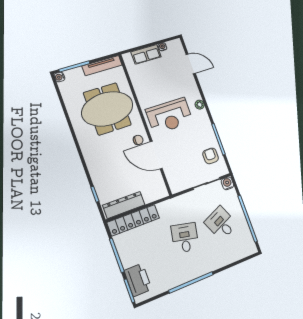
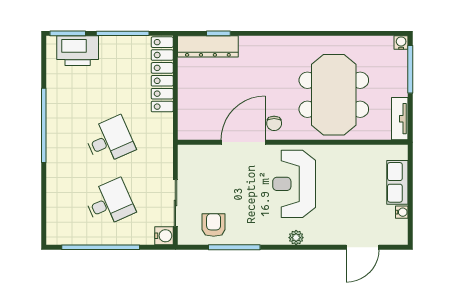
tv unit: (102, 65) -> (400, 119), width x0.71
armchair: (211, 156) -> (214, 225), turned -90
dresser: (124, 205) -> (208, 46), moved, turned 90
desk: (185, 238) -> (110, 140), turned -36

